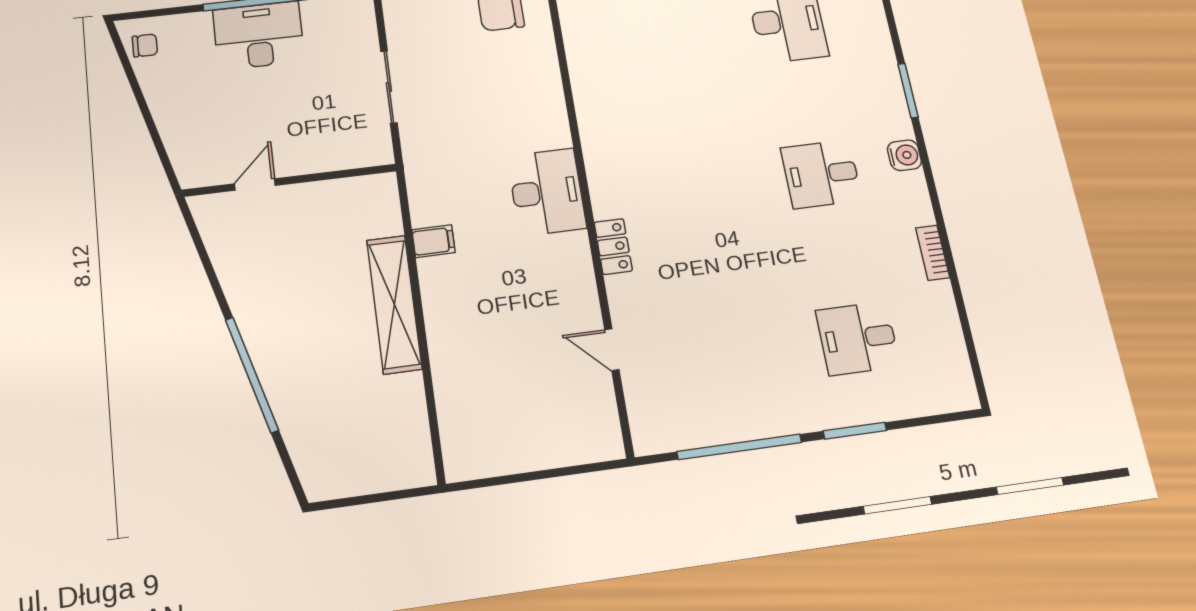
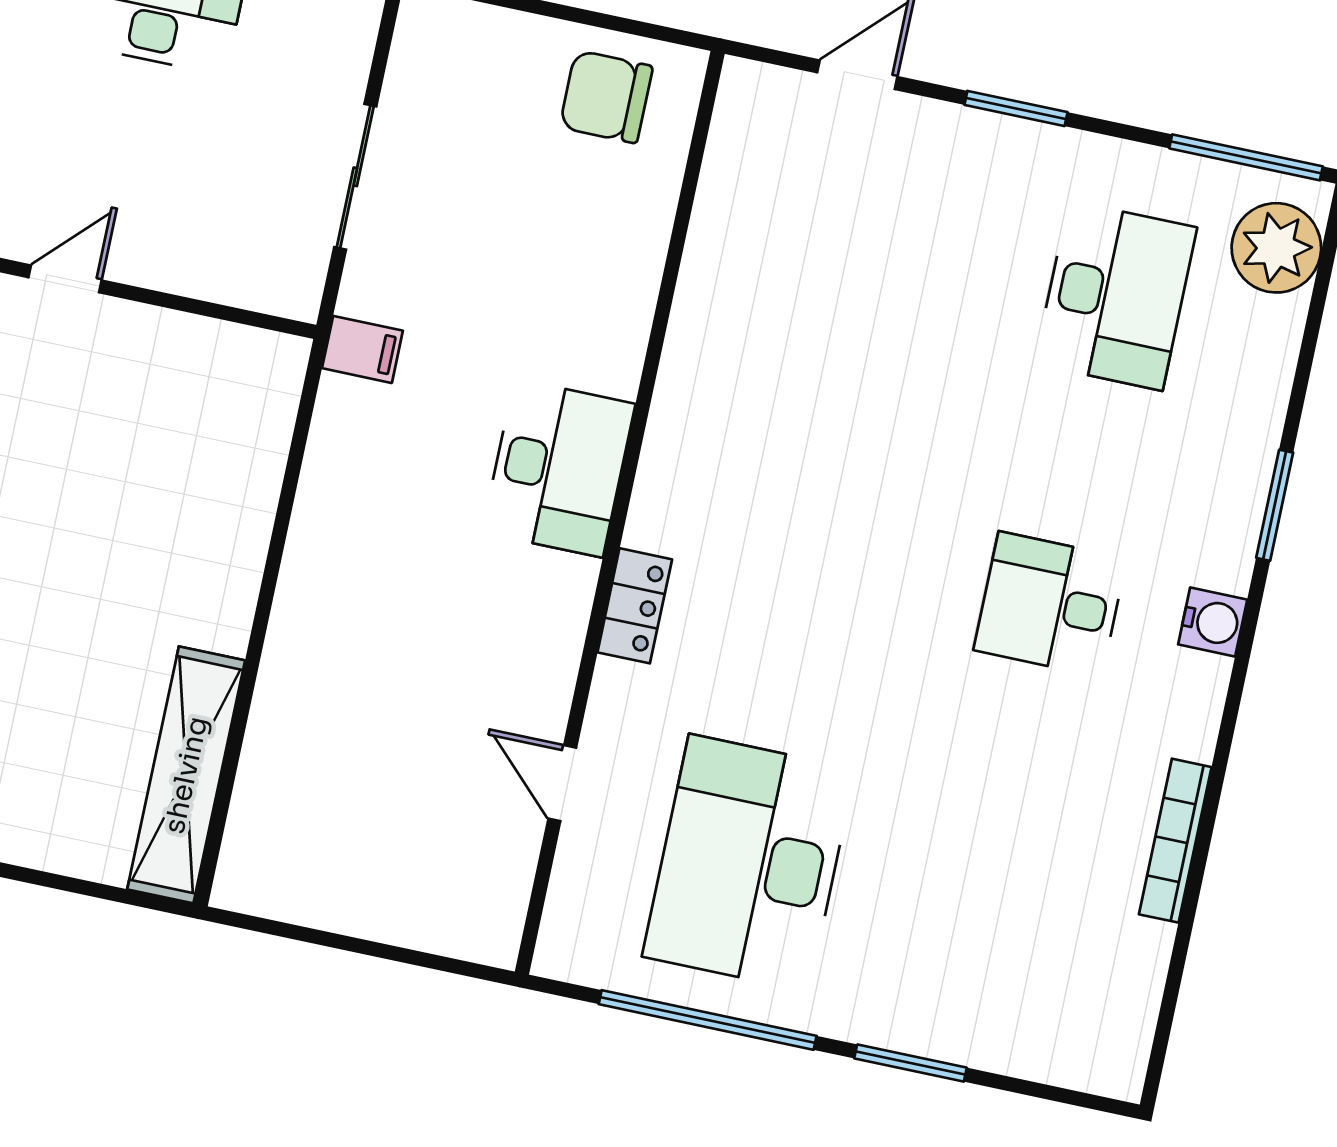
filing cabinet: (434, 241) -> (362, 349), moved
bookcase: (933, 253) -> (1175, 841), width x1.56
shelving: (394, 304) -> (186, 775), moved
desk: (858, 338) -> (749, 863), moved, width x1.87, depth x1.30

